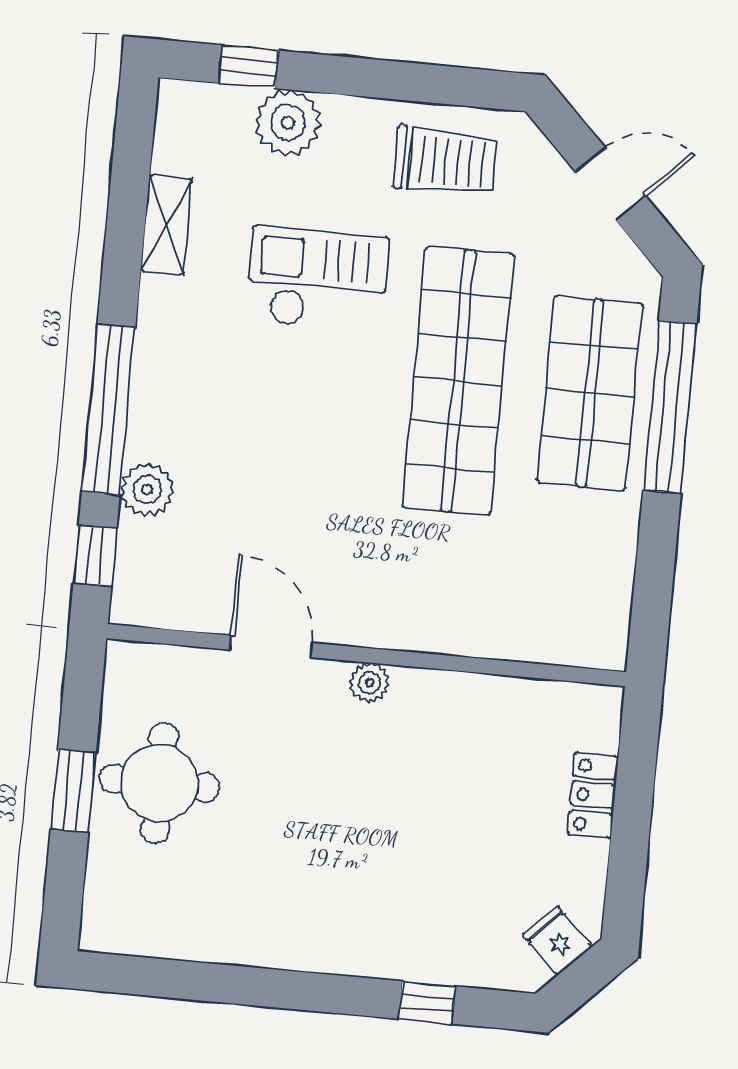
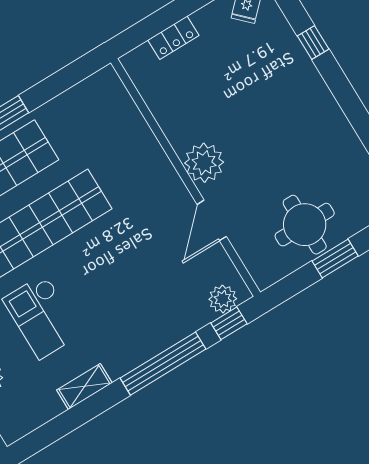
shelving: (166, 225) -> (84, 386), moved
plant: (147, 490) -> (223, 299), moved
plant: (369, 683) -> (204, 163), width x1.87, depth x1.87

